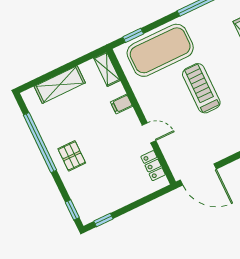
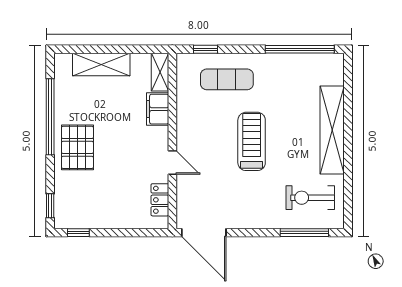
exercise mat: (160, 50) -> (227, 79), width x0.50, depth x0.69
filing cabinet: (121, 104) -> (158, 109), width x2.00
pallet: (72, 156) -> (77, 147), width x1.50, depth x1.42

